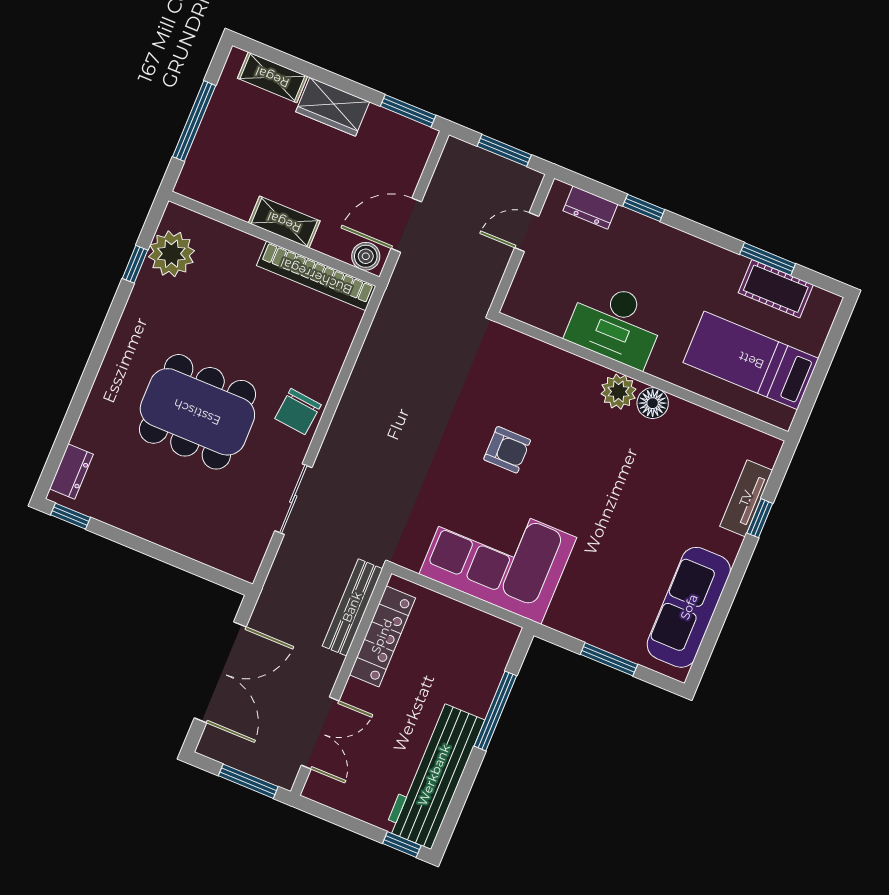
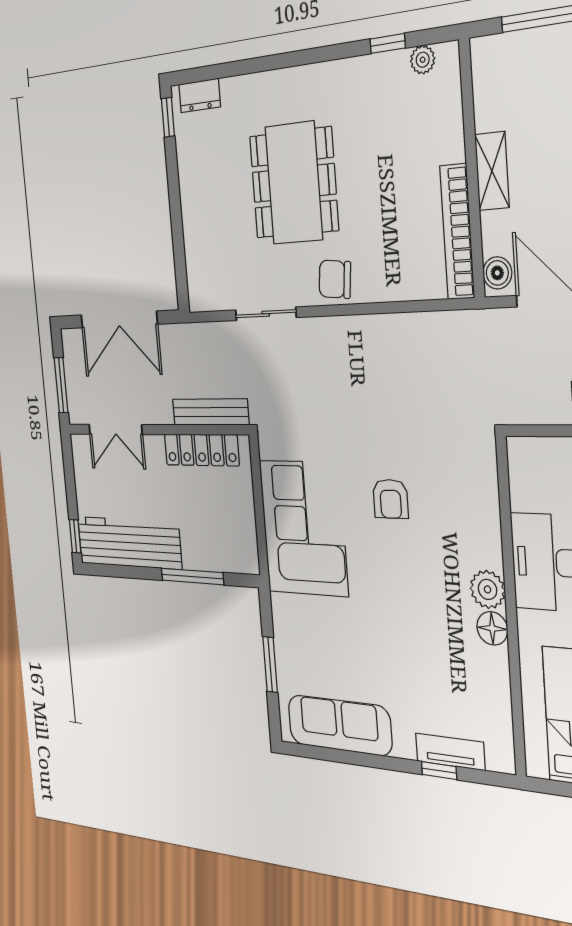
plant: (171, 254) -> (423, 60), width x0.53, depth x0.53

